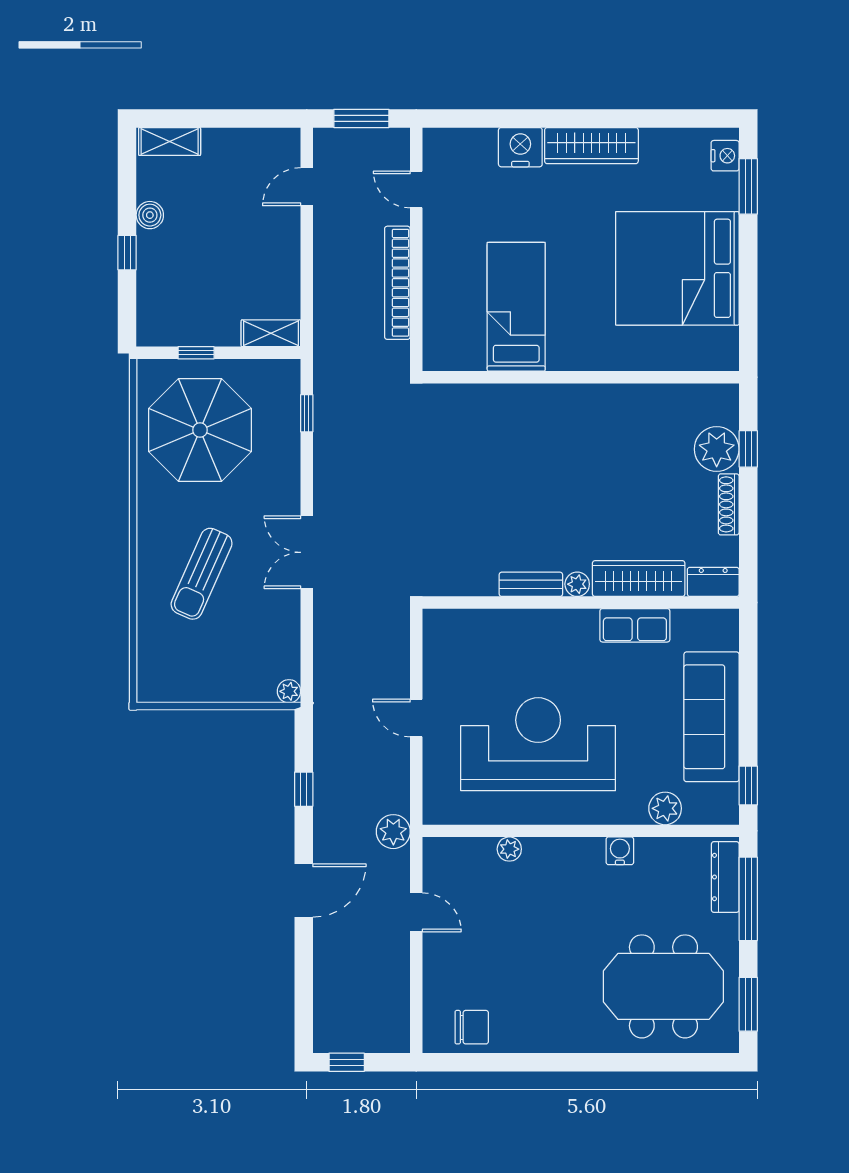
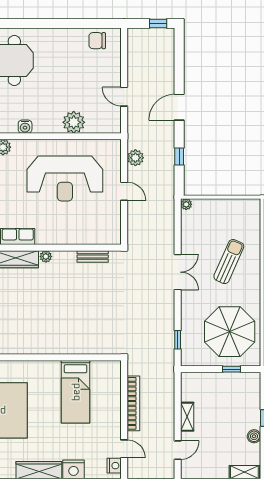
nightstand: (437, 155) -> (114, 466), added
shelving: (271, 333) -> (187, 417), moved, turned 90
bench: (531, 584) -> (93, 256), moved
plant: (393, 832) -> (135, 158), moved
plant: (509, 849) -> (74, 122), width x1.88, depth x1.88

